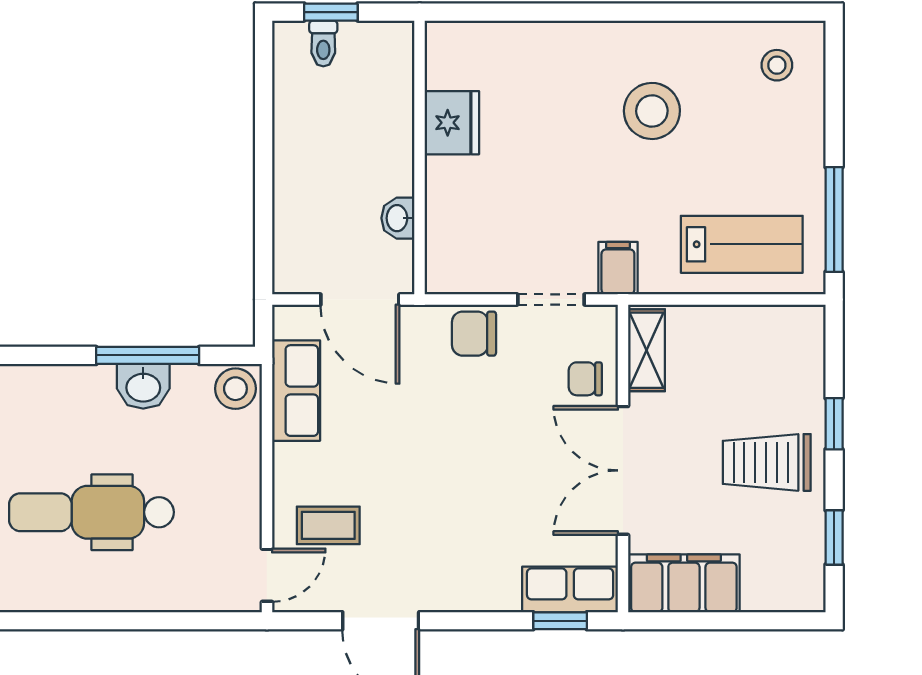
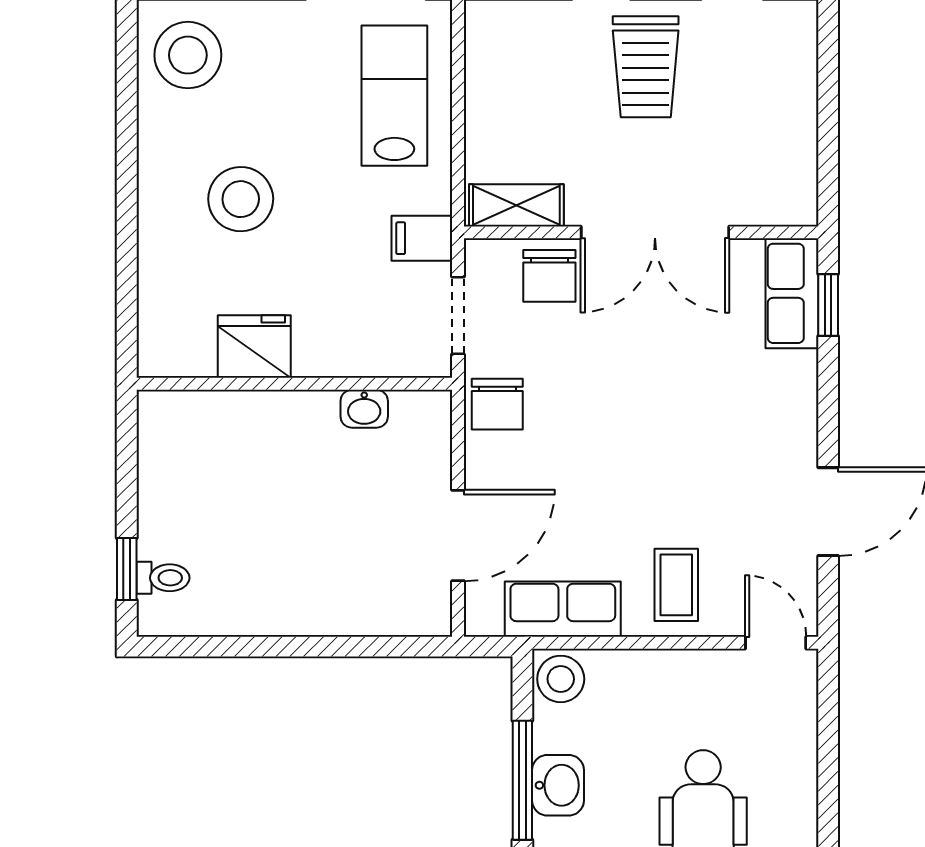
stool: (777, 65) -> (188, 55), width x1.89, depth x1.89
fridge: (452, 123) -> (254, 347), moved
wall: (420, 157) -> (294, 384), moved
washbasin: (398, 218) -> (364, 409), moved
chair: (585, 379) -> (549, 276), width x1.37, depth x1.37
coffee table: (328, 525) -> (676, 585), moved
filing cabinet: (684, 583) -> (785, 162), removed

